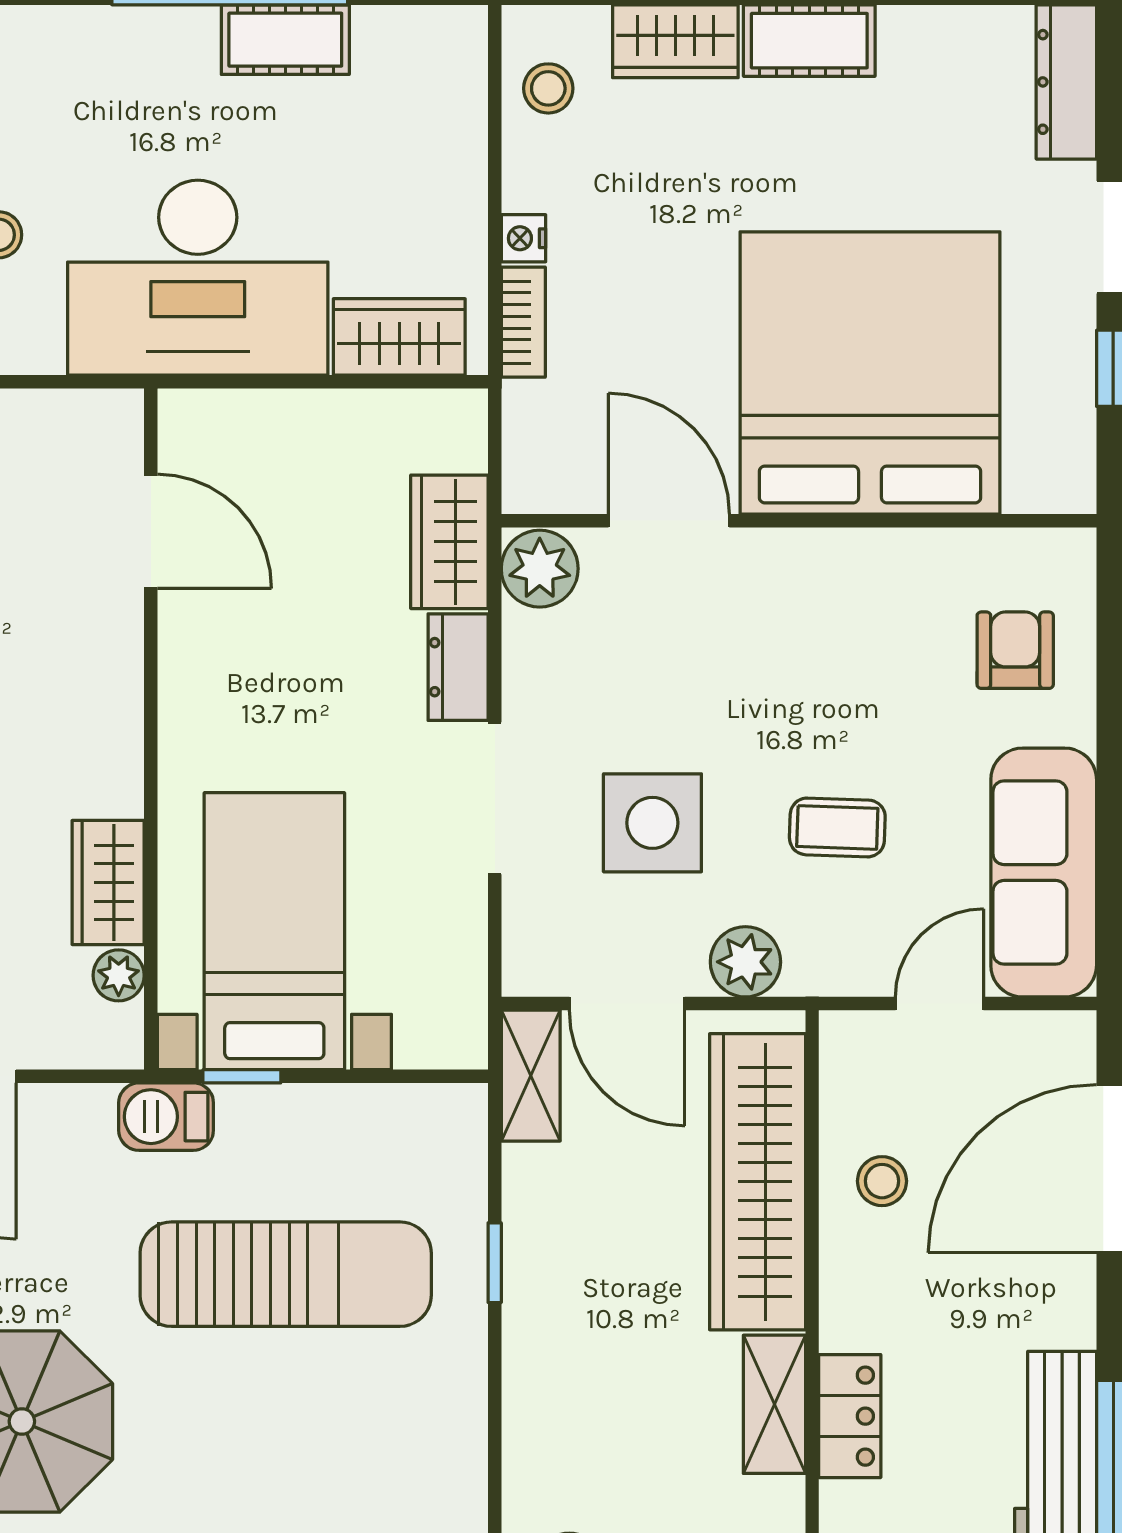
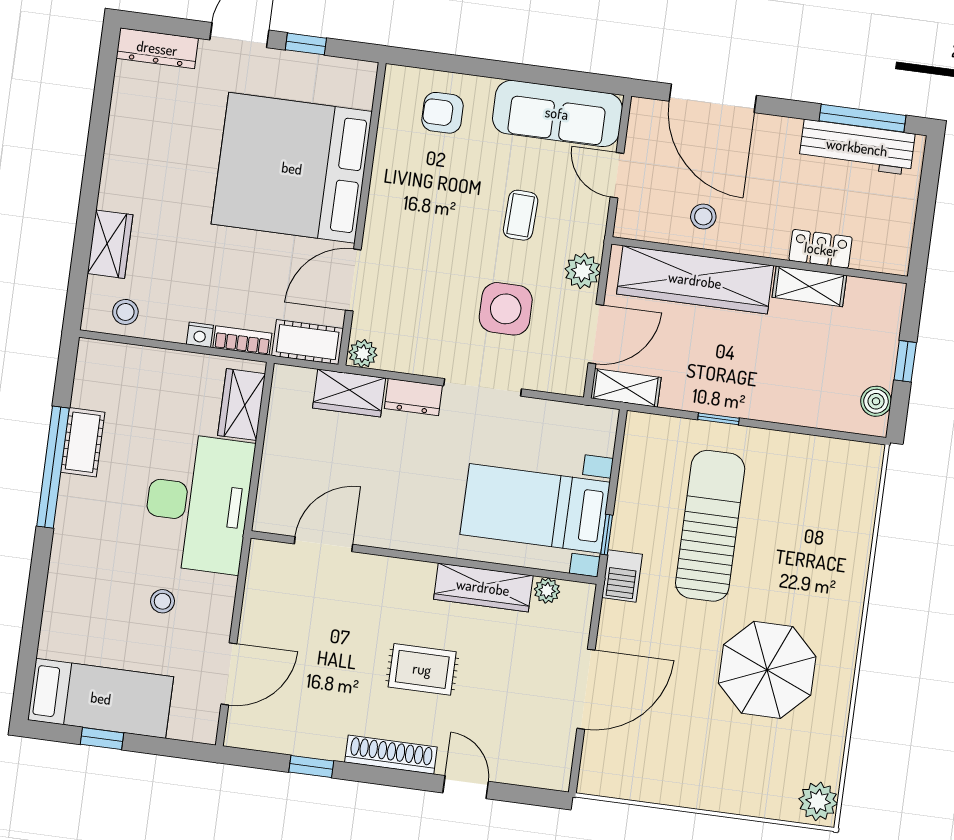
cot: (809, 41) -> (308, 342), moved, turned 90
plant: (540, 569) -> (363, 354), width x0.73, depth x0.73
wardrobe: (108, 882) -> (483, 587), width x1.50

